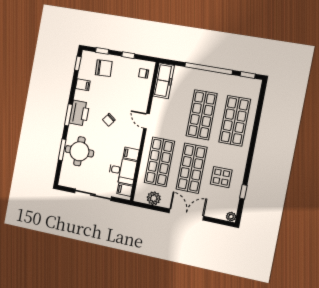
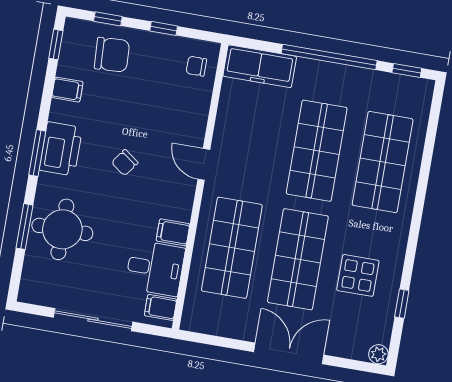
freezer: (164, 81) -> (260, 66), moved, turned 90
plant: (154, 198) -> (222, 323), removed

